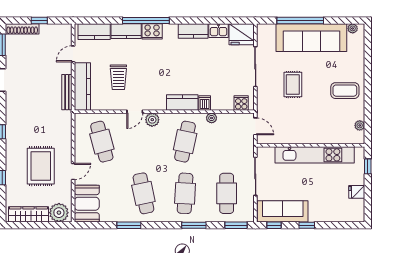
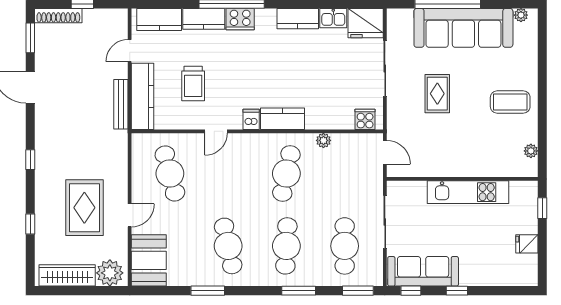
dishwasher: (205, 103) -> (251, 119), moved
plant: (152, 120) -> (240, 143), removed
kitchen unit: (315, 155) -> (468, 192), width x0.73

